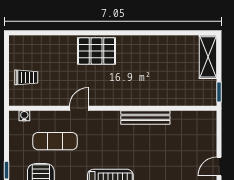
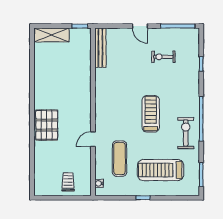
door: (79, 108) -> (93, 139), hinge flipped
bench: (145, 117) -> (100, 48), moved

